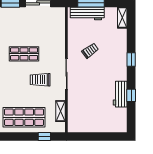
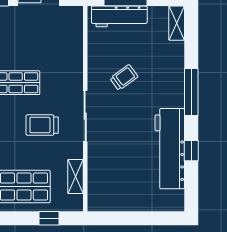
window: (131, 60) -> (191, 92), width x2.17
workbench: (120, 94) -> (170, 149), width x1.88, depth x1.32

